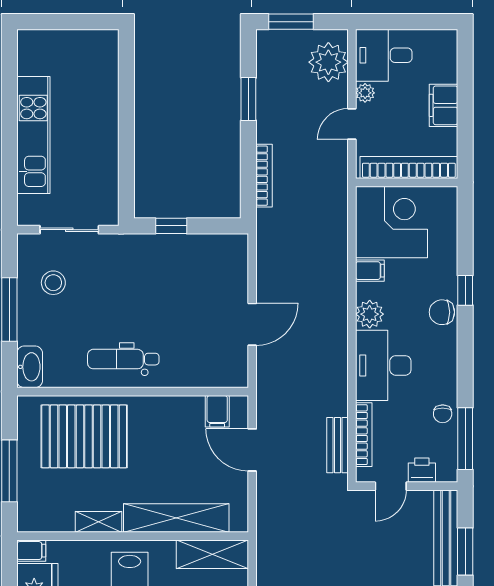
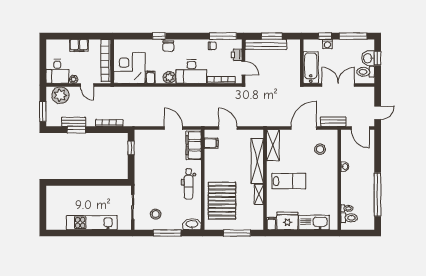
window: (171, 226) -> (131, 148), moved
filing cabinet: (212, 371) -> (194, 145), added
bench: (337, 445) -> (74, 122), moved
door: (252, 450) -> (228, 128), swing flipped

